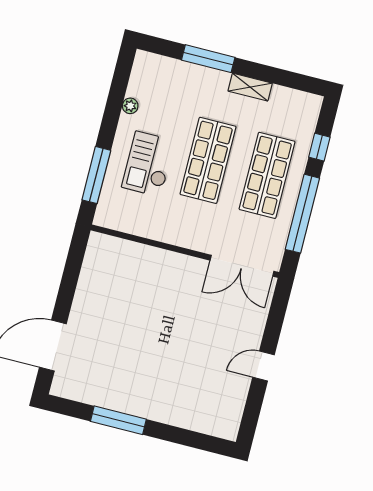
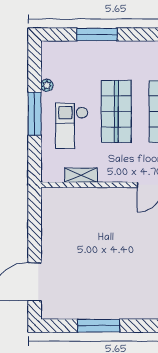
shelving: (250, 87) -> (81, 175), moved
window: (96, 175) -> (35, 114), moved

